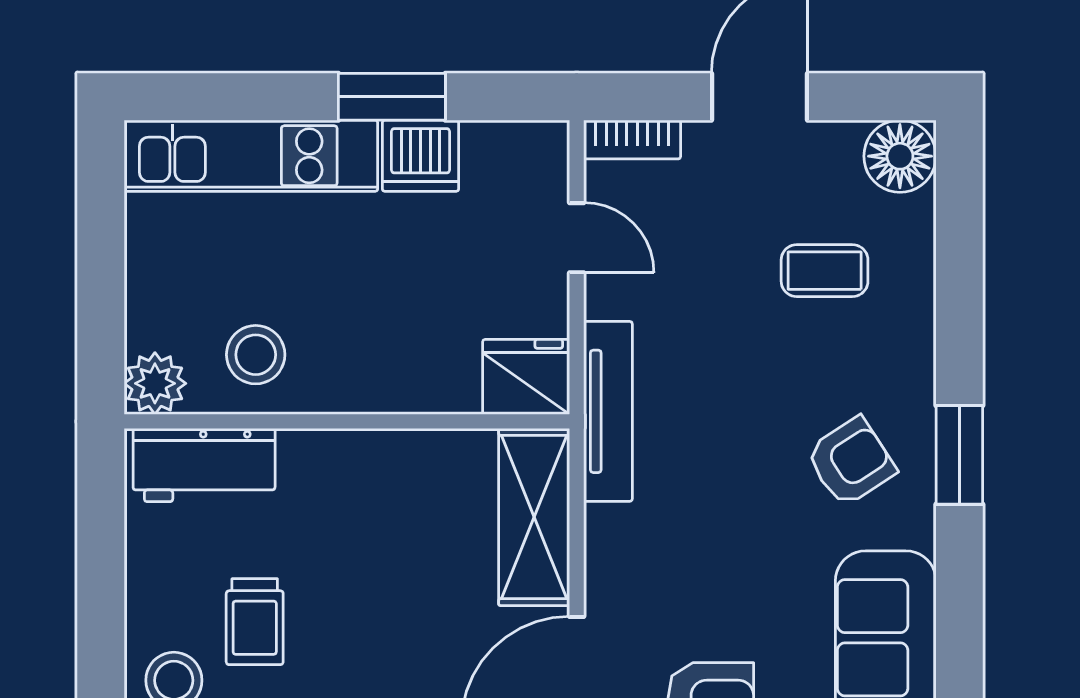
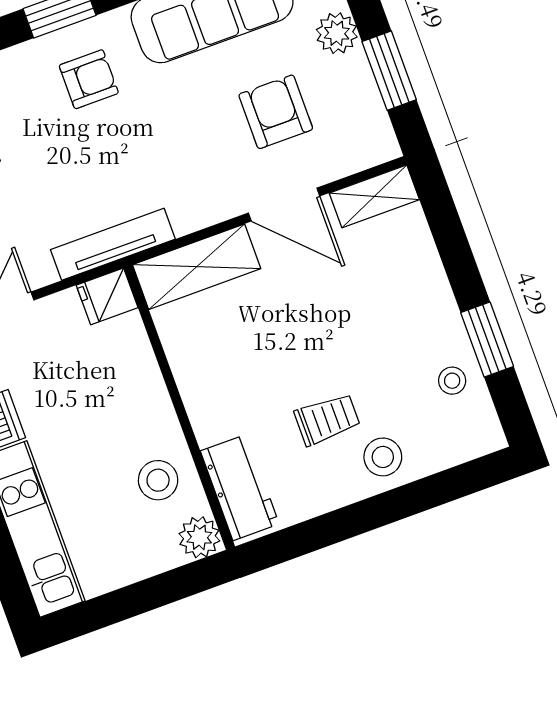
fridge: (526, 377) -> (107, 296), width x0.72
armchair: (851, 462) -> (89, 79), turned 123

